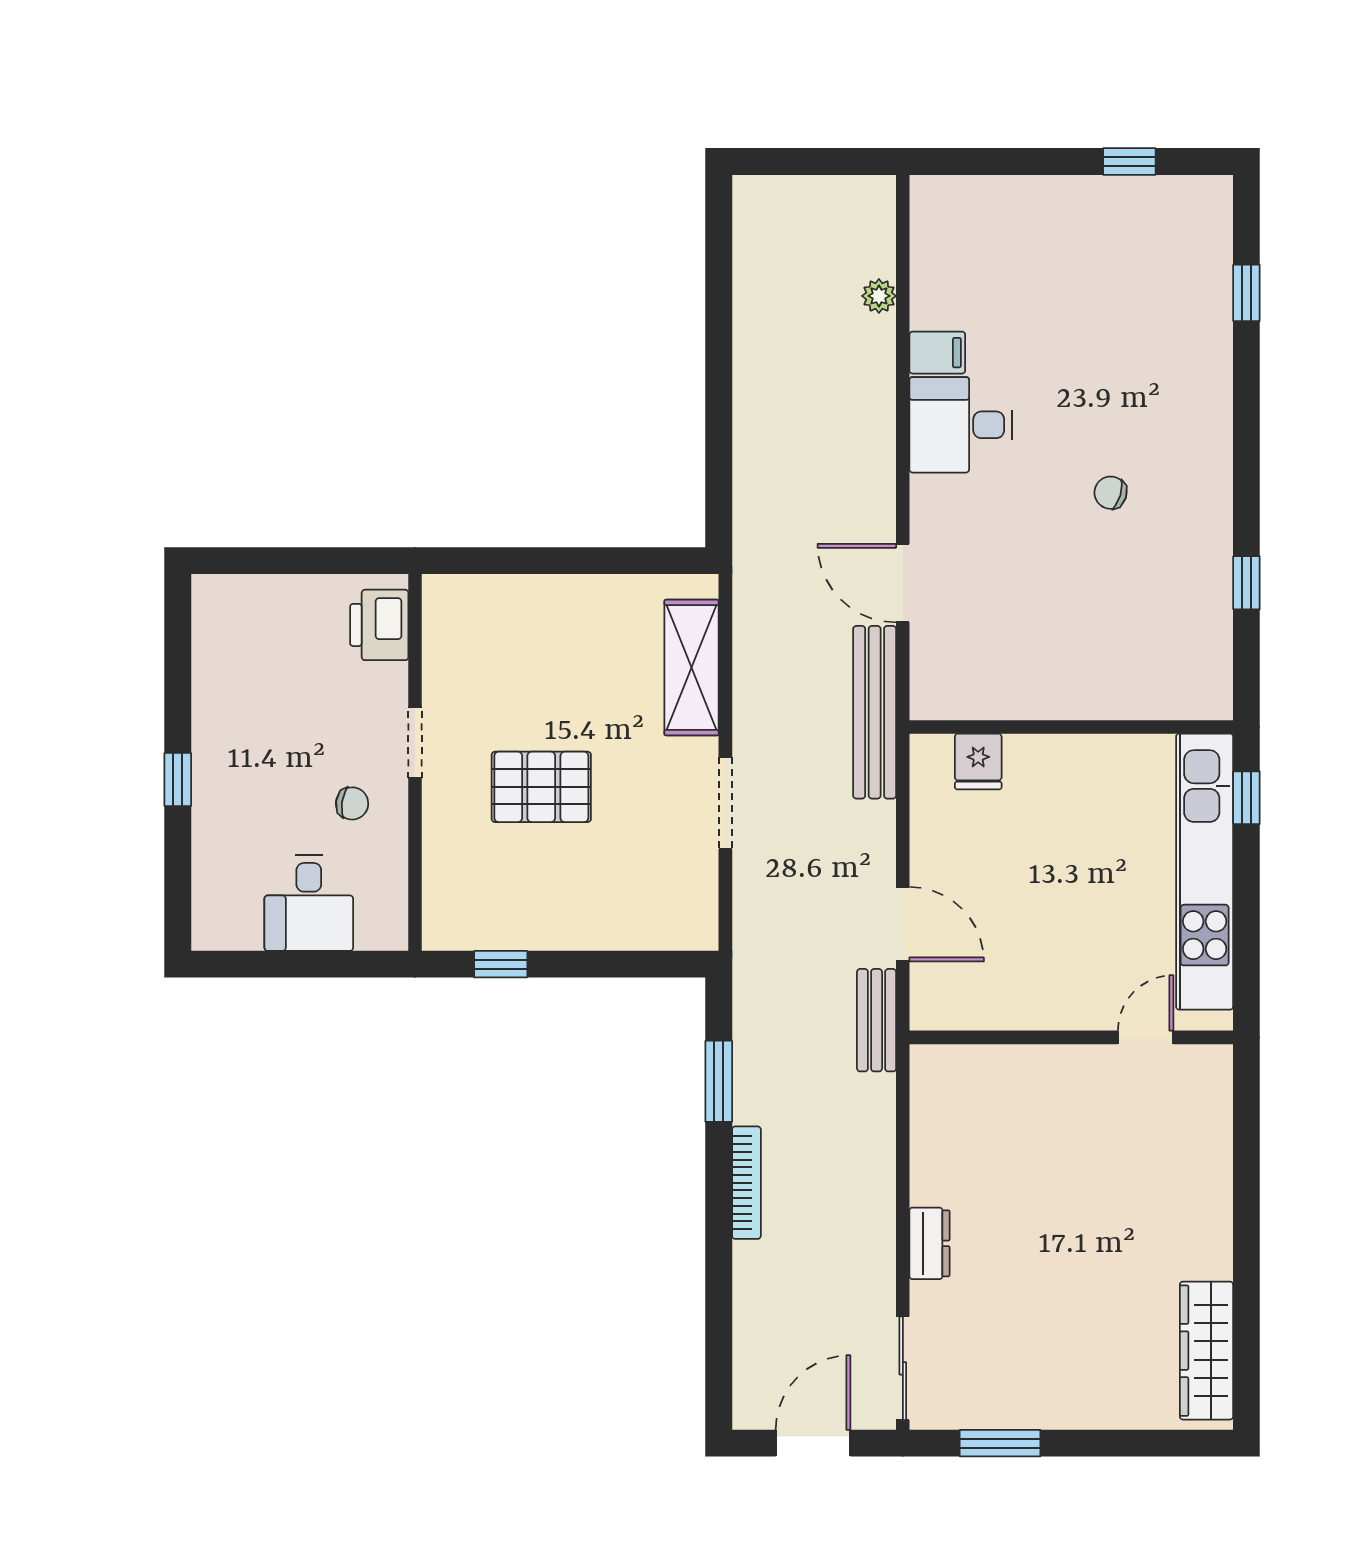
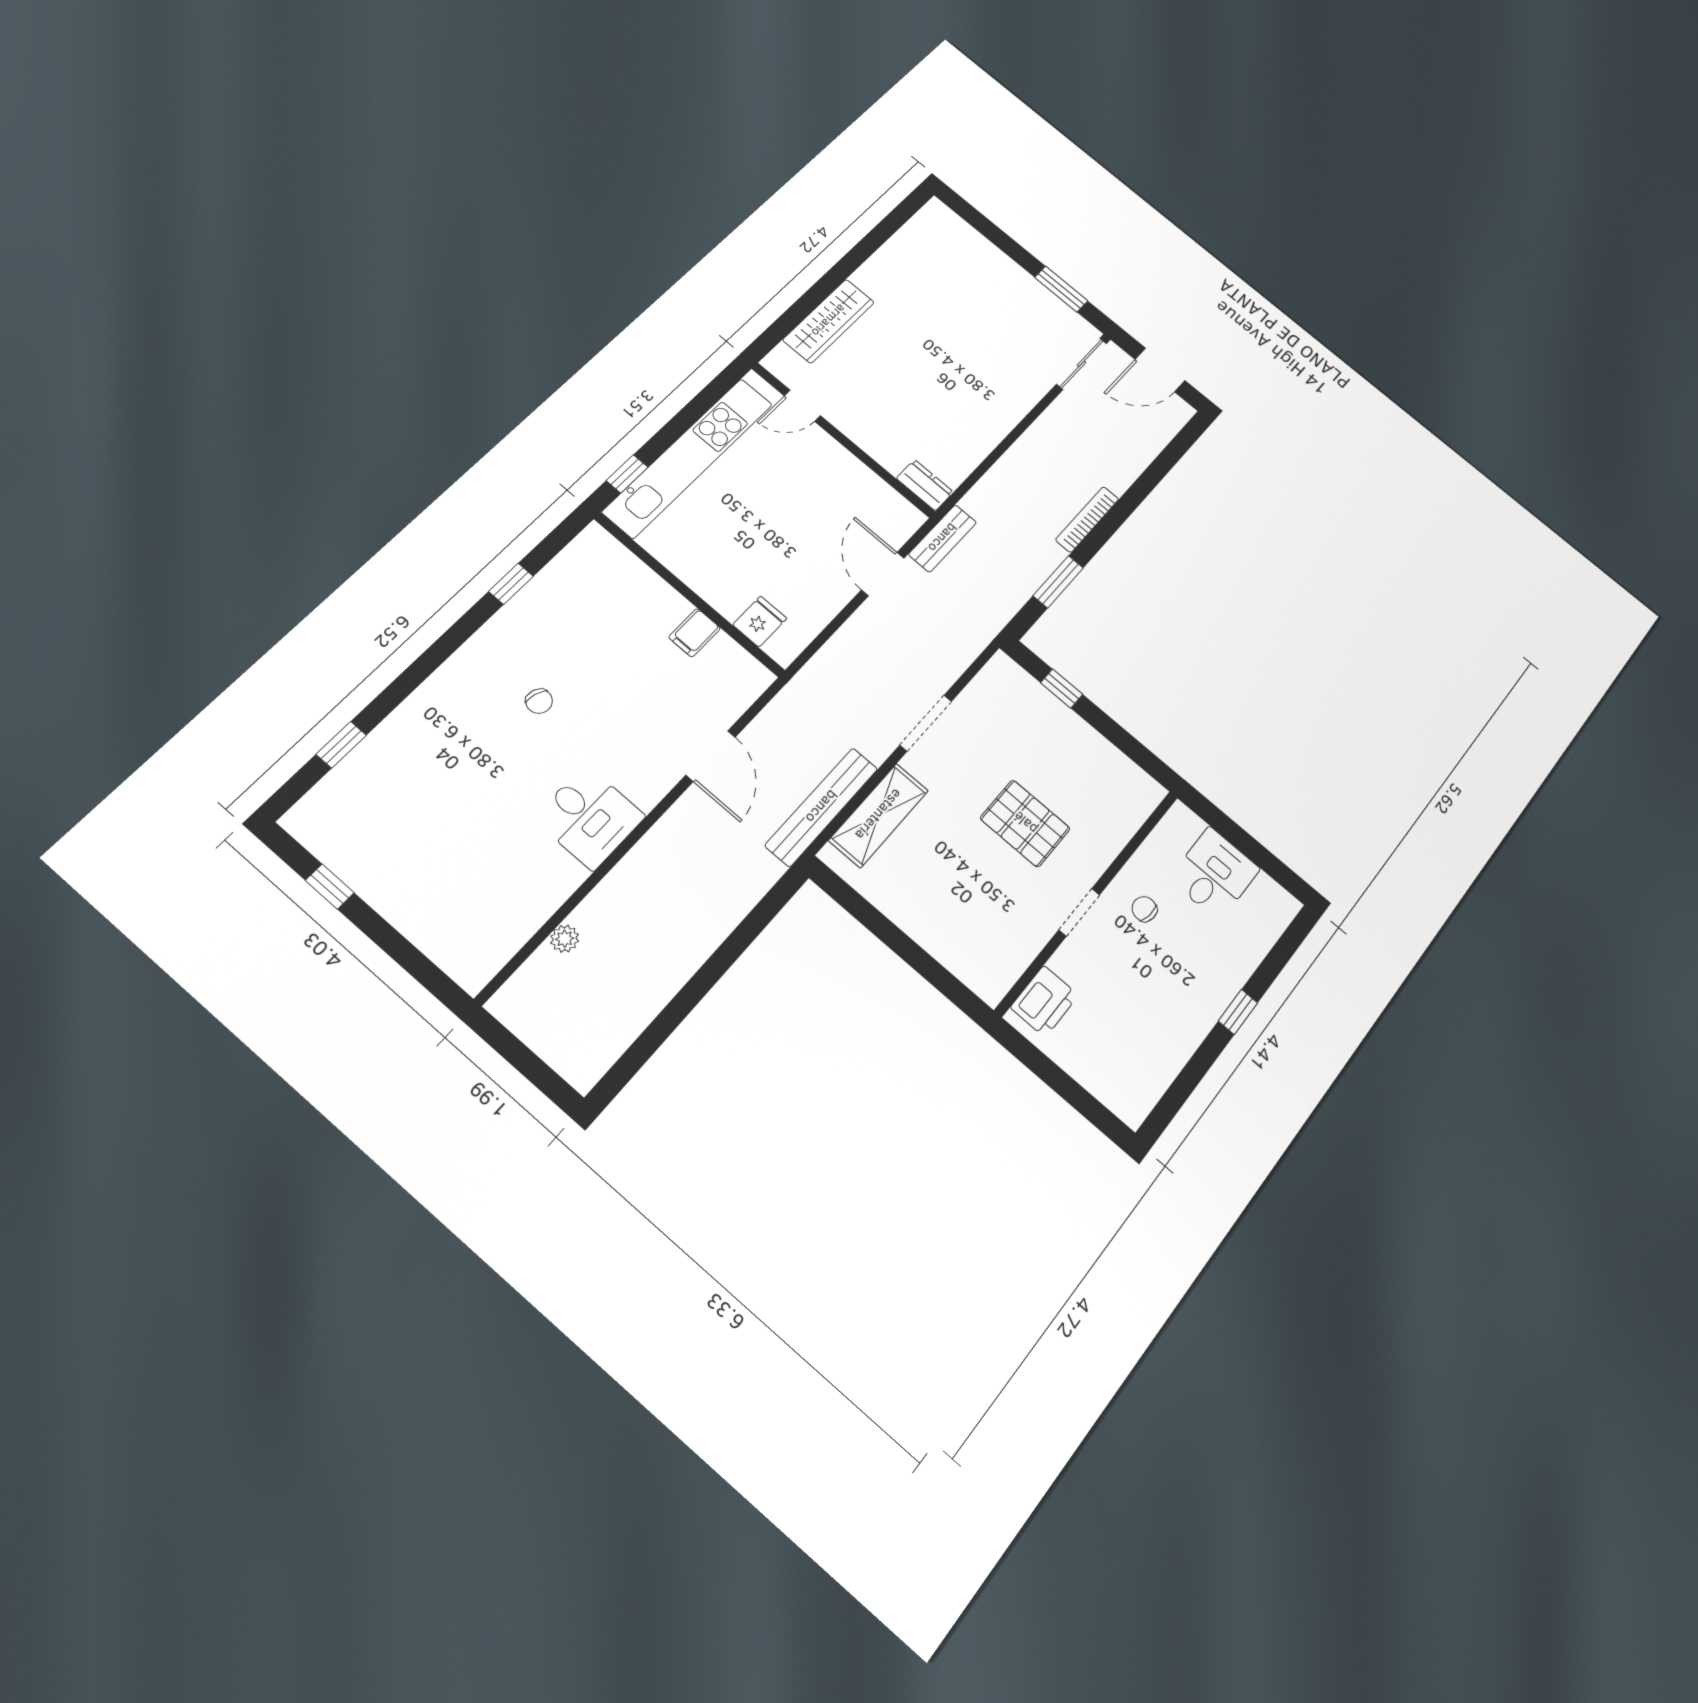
filing cabinet: (937, 353) -> (695, 633), moved, turned -90
bench: (875, 712) -> (822, 807), moved
window: (501, 964) -> (1062, 689), moved
dresser: (930, 1243) -> (925, 485), moved, turned 90
wardrobe: (1206, 1351) -> (829, 321), moved

